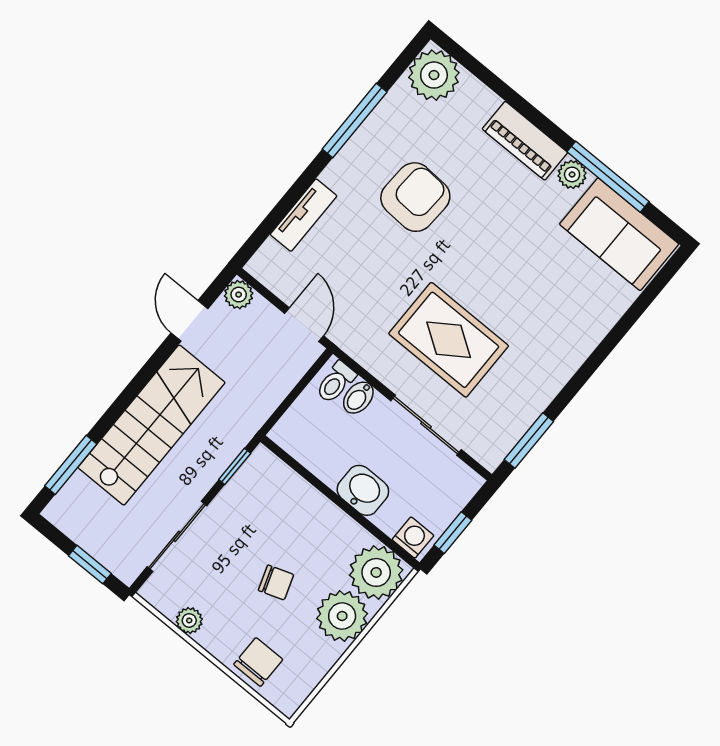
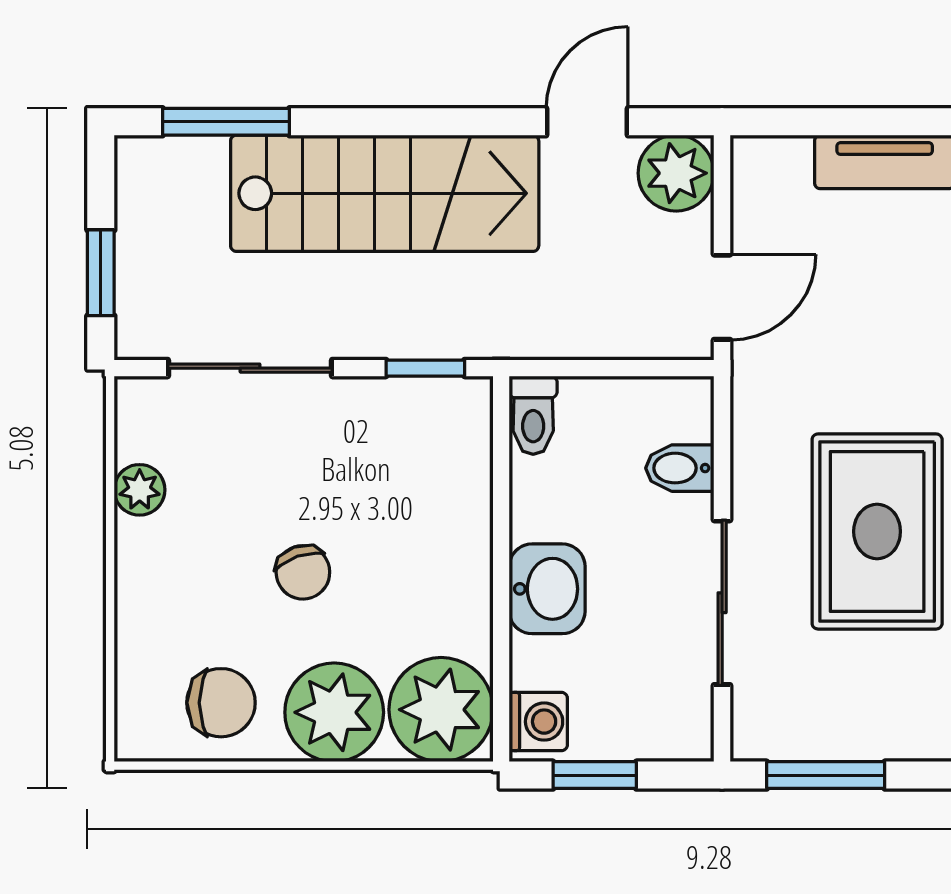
plant: (239, 295) -> (676, 173), width x1.38, depth x1.38
toilet: (336, 382) -> (533, 415), moved, turned -90
chair: (258, 662) -> (221, 703), moved

